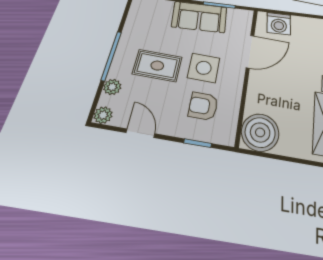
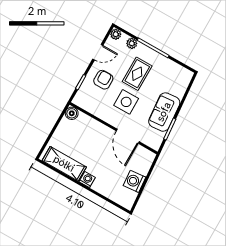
washing machine: (279, 24) -> (135, 181), moved
armchair: (203, 106) -> (103, 80), moved
boiler: (260, 132) -> (72, 113), width x0.54, depth x0.54

